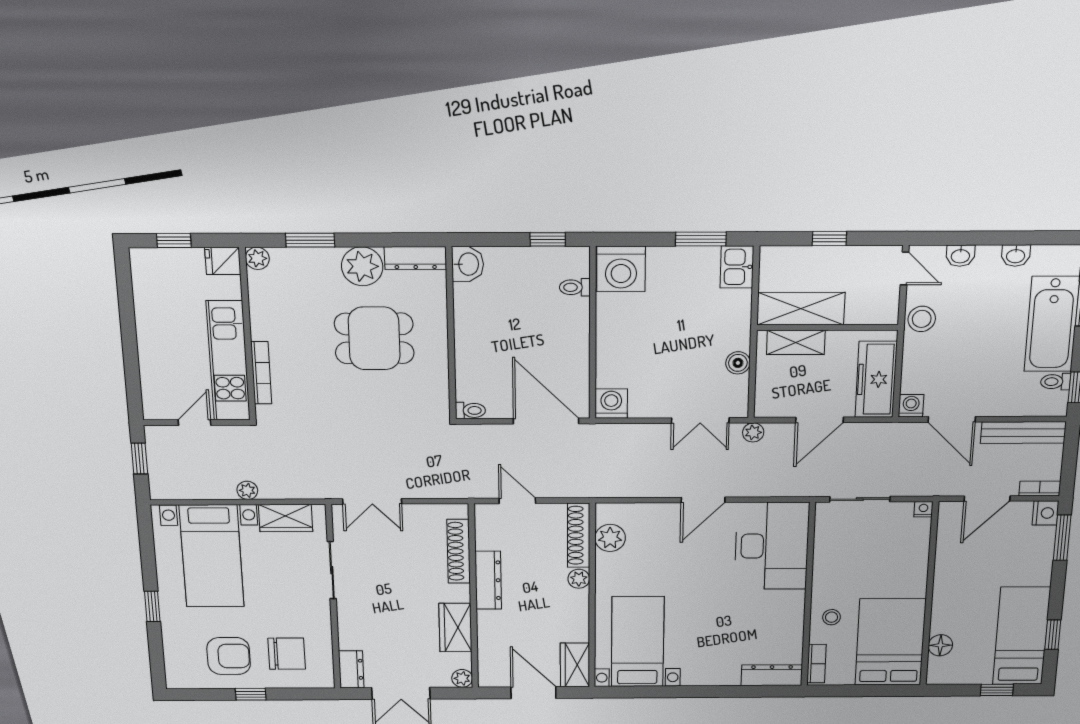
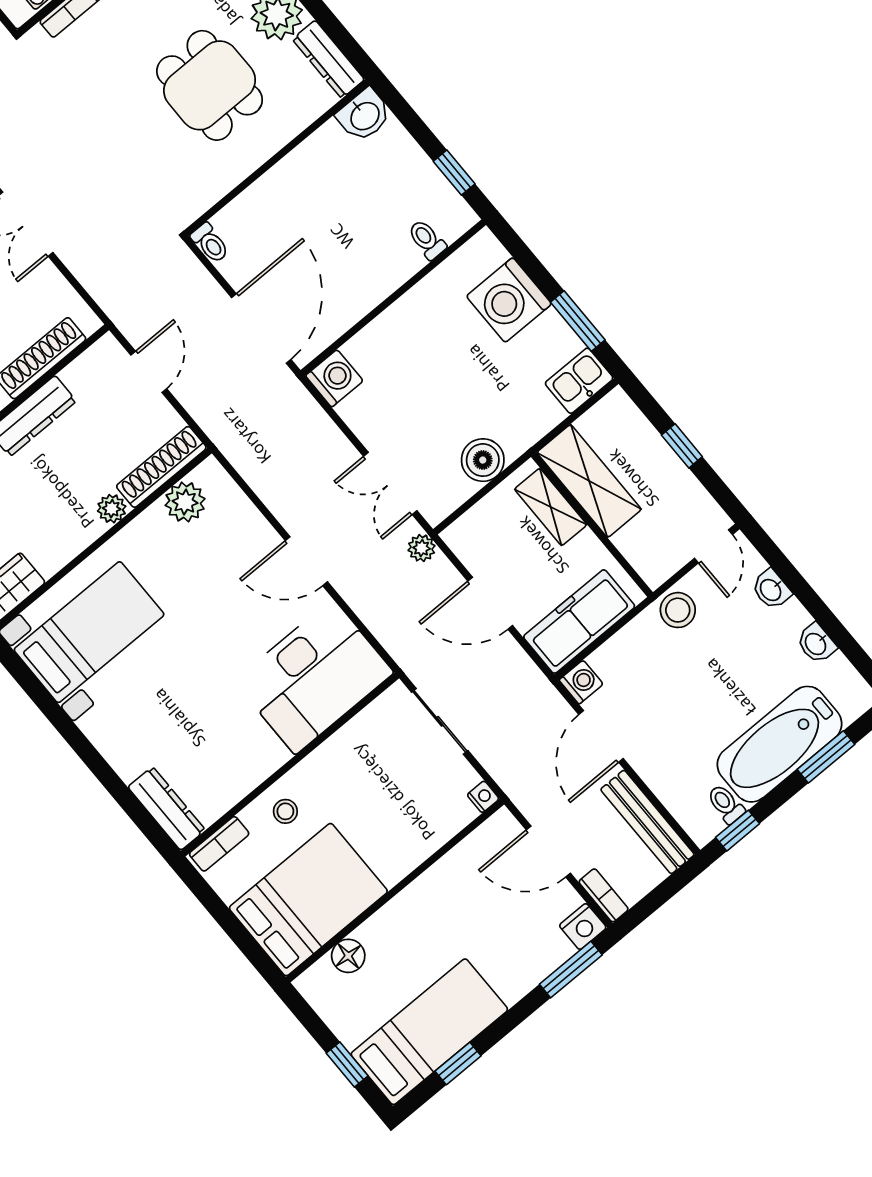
washing machine: (621, 269) -> (509, 300), moved
boiler: (738, 363) -> (483, 460), width x1.36, depth x1.36

